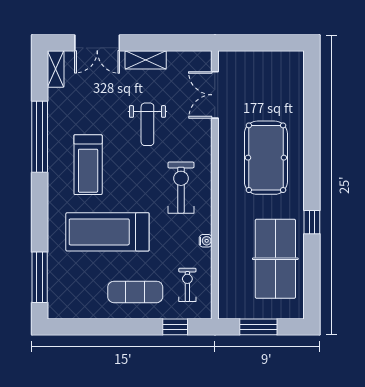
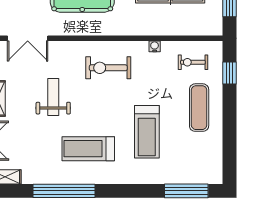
weight bench: (147, 124) -> (53, 97), turned -90
treadmill: (88, 165) -> (88, 149), turned 180
treadmill: (107, 232) -> (147, 132), width x0.73, depth x0.73

